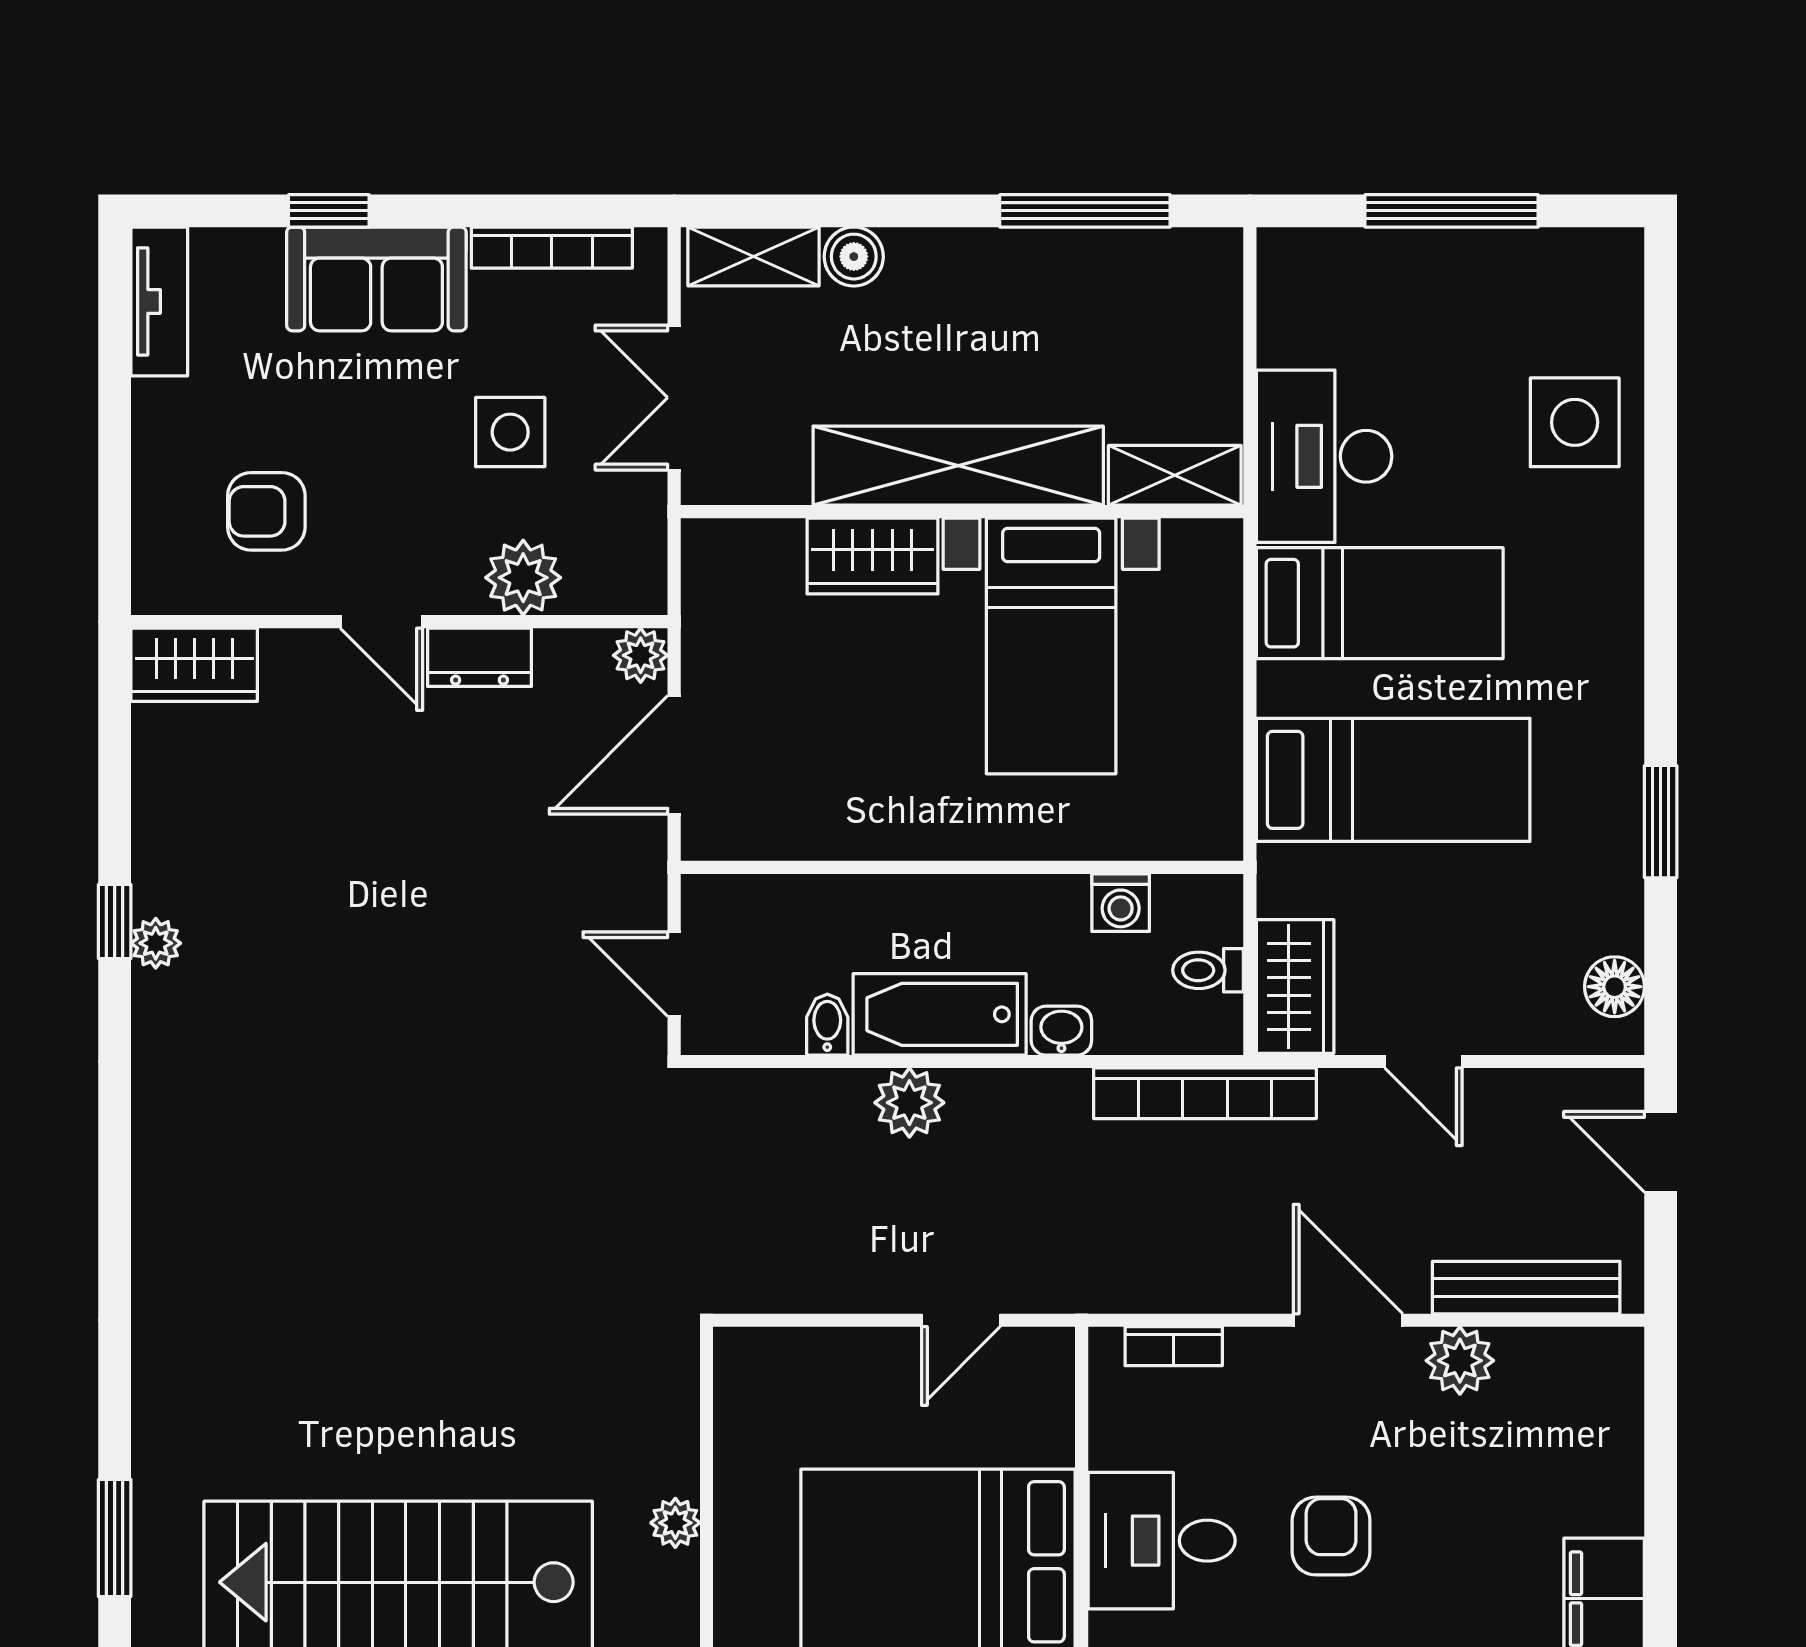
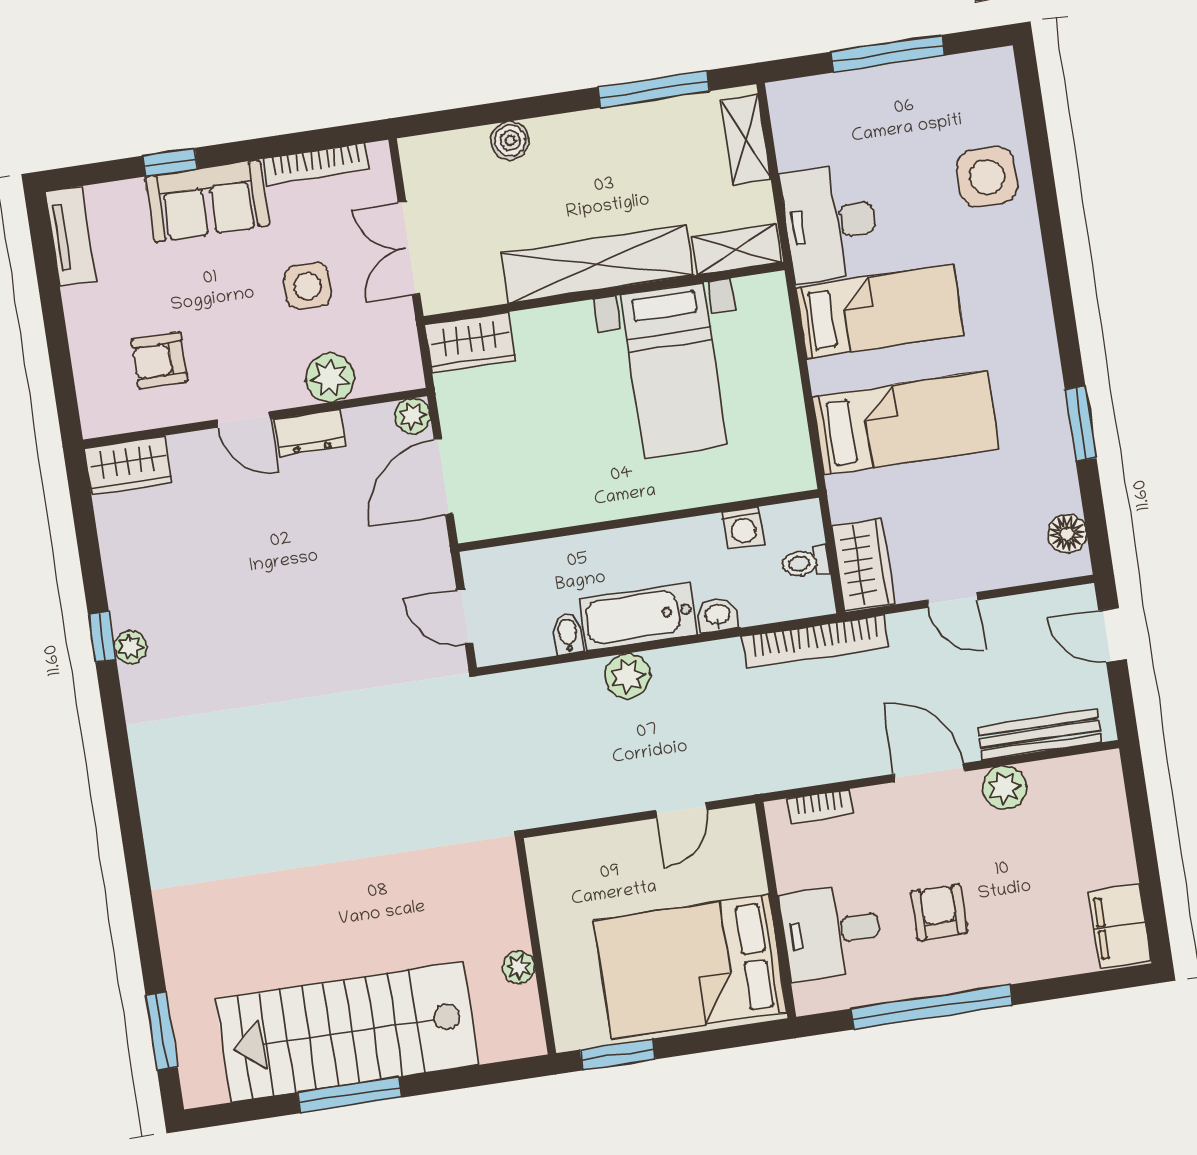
shelving: (754, 256) -> (746, 140), moved, turned 90
wardrobe: (873, 556) -> (470, 342), moved

